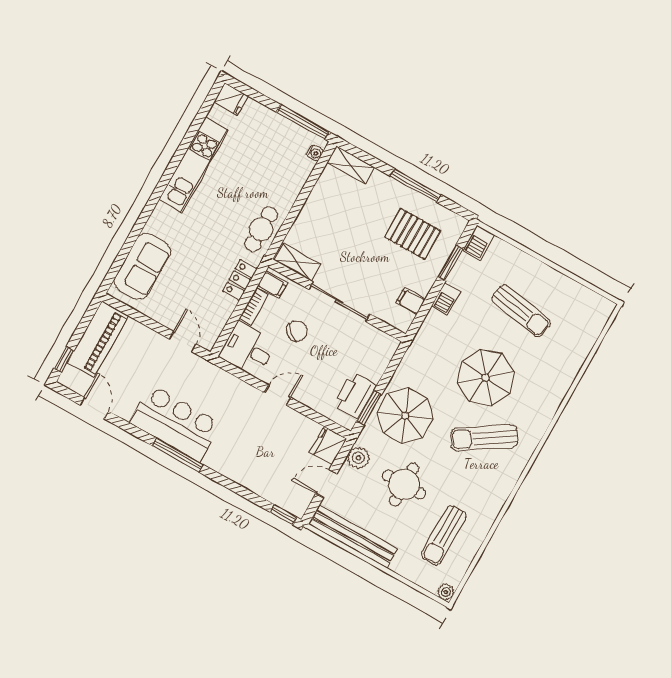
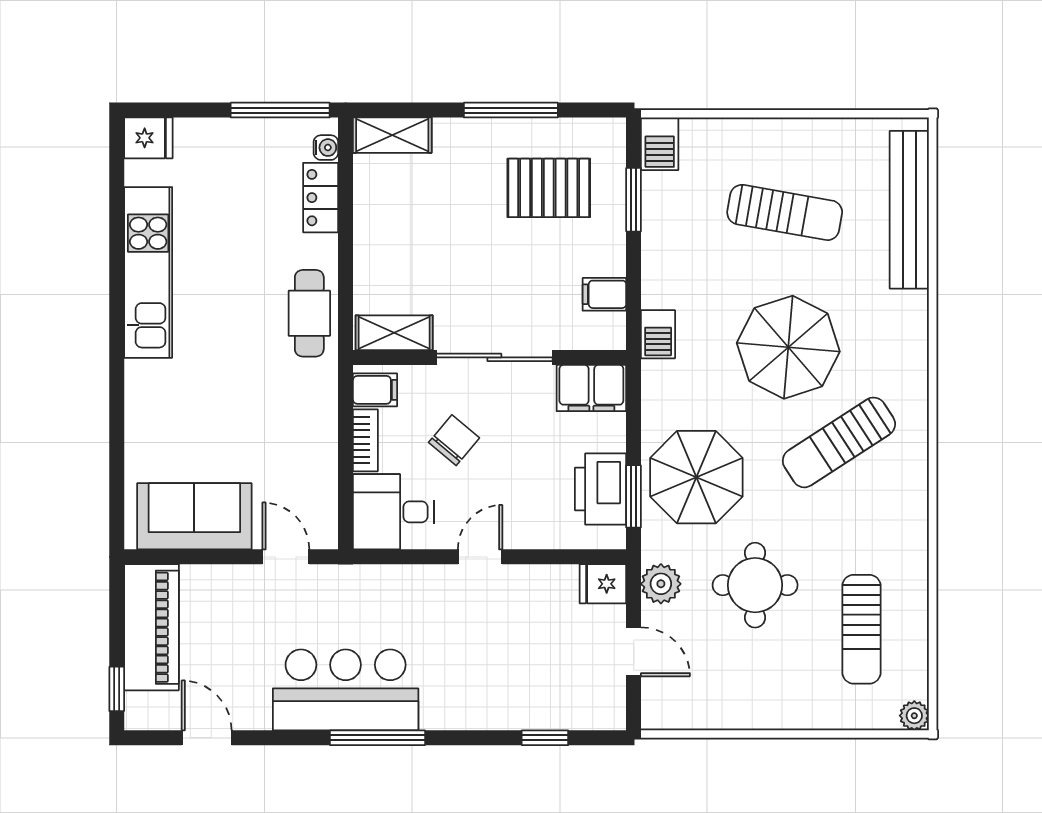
sofa: (142, 266) -> (194, 516), moved, turned -90
locker: (240, 280) -> (321, 198), moved
barbecue: (446, 299) -> (658, 334), moved
filing cabinet: (378, 343) -> (591, 388), added
fridge: (328, 446) -> (603, 584), width x0.72
door: (326, 484) -> (634, 652), swing flipped
window: (283, 515) -> (545, 738), moved
bench: (353, 537) -> (909, 210), moved, turned 90

